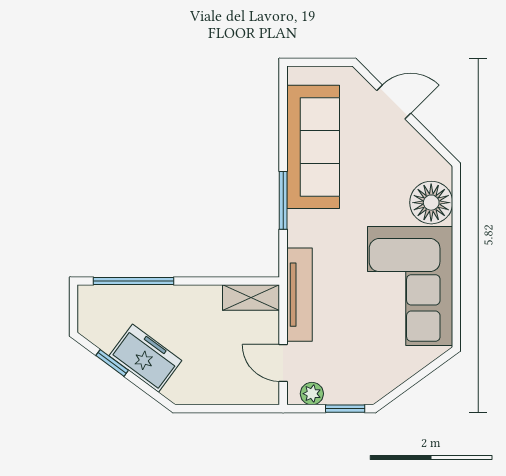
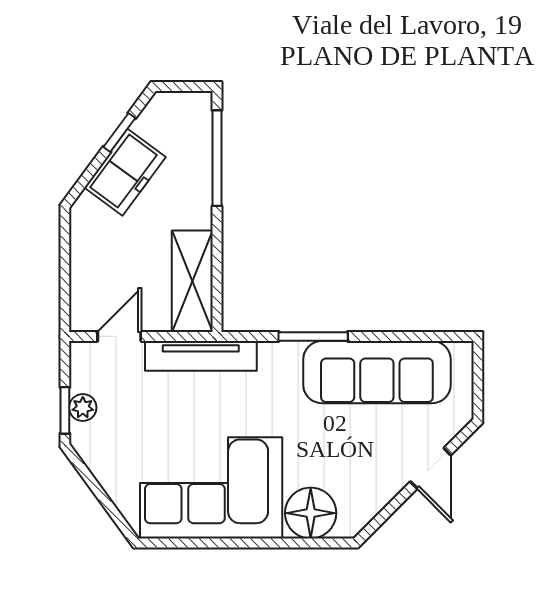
shelving: (251, 298) -> (192, 281), width x1.50, depth x1.33
plant: (312, 394) -> (83, 408), moved

